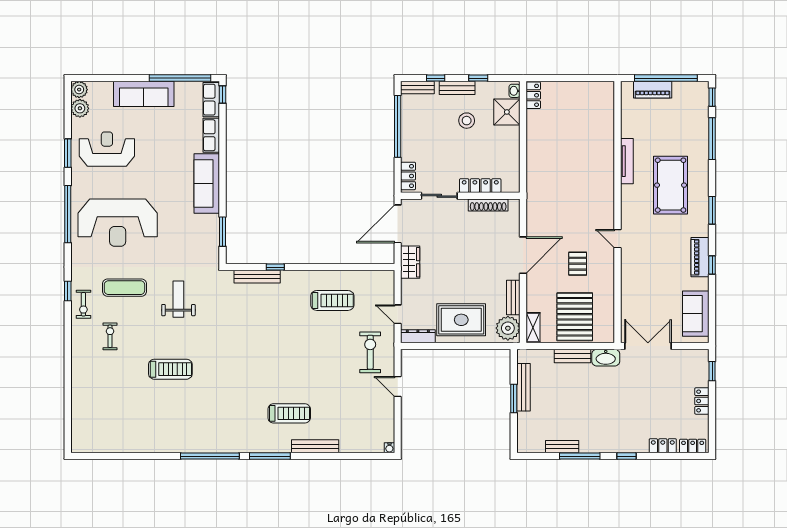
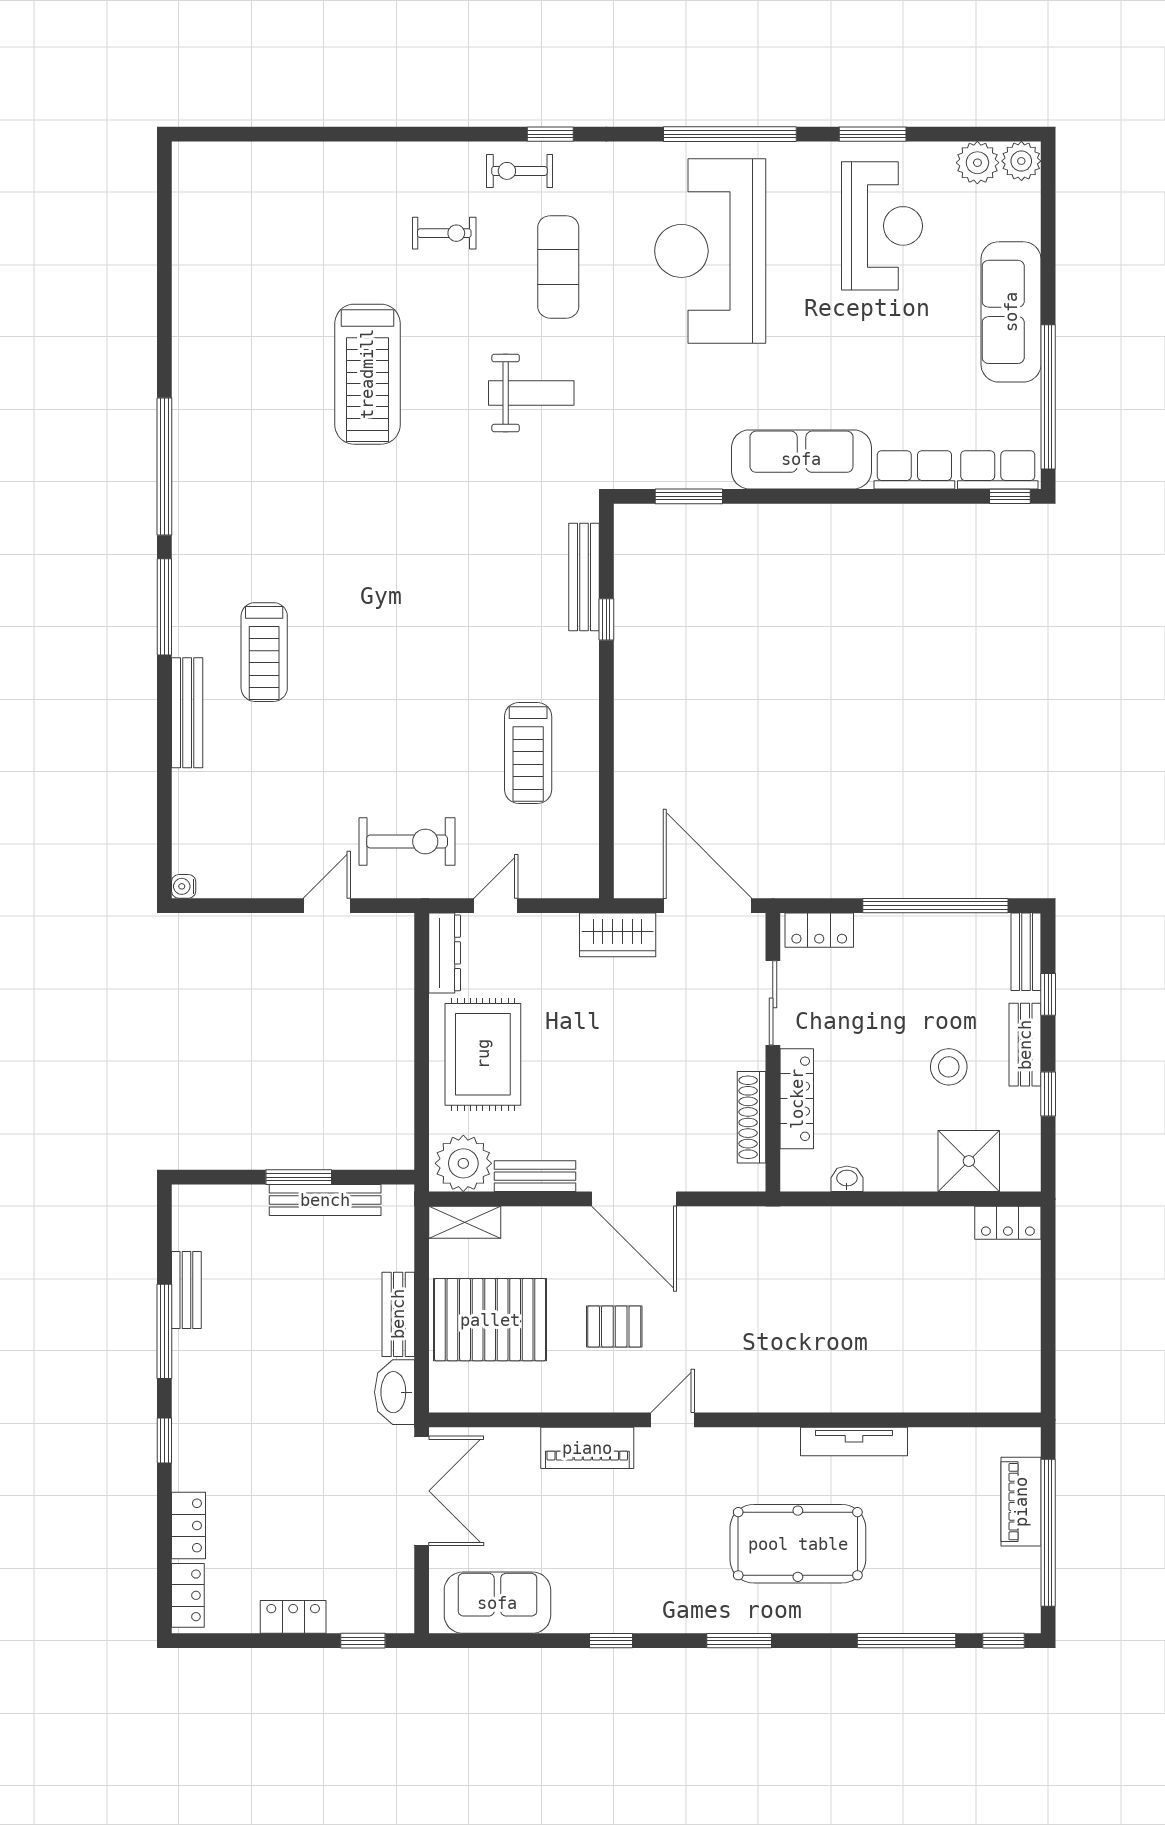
washbasin: (514, 91) -> (847, 1179), moved
piano: (700, 257) -> (587, 1448), moved, turned 180
treadmill: (170, 369) -> (367, 374), width x1.37, depth x1.38

